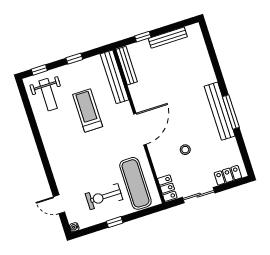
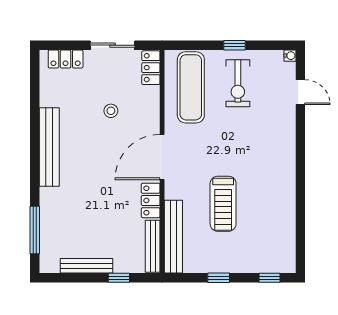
weight bench: (48, 95) -> (268, 241), removed
locker: (138, 97) -> (151, 200), added
window: (231, 112) -> (35, 230), moved
exercise bike: (104, 197) -> (238, 83), turned 90

